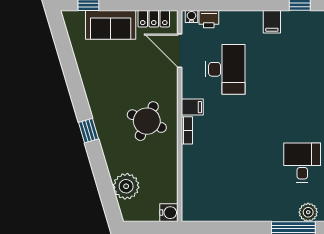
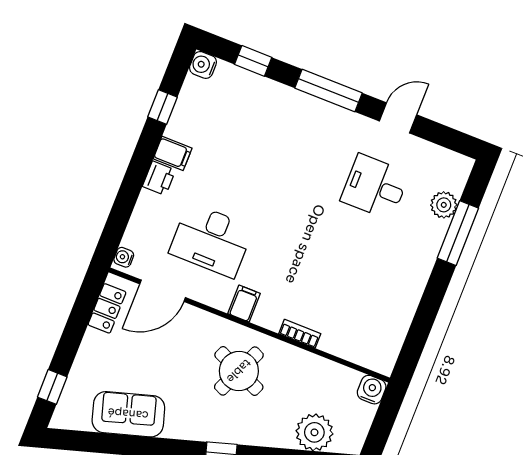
printer: (209, 19) -> (159, 178), moved
sofa: (111, 25) -> (128, 414), moved, turned -107
desk: (225, 69) -> (211, 240), turned 180
bookcase: (187, 130) -> (300, 334), moved

